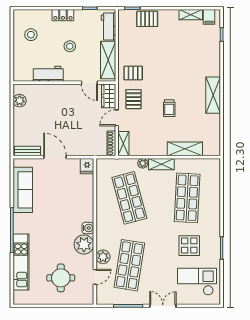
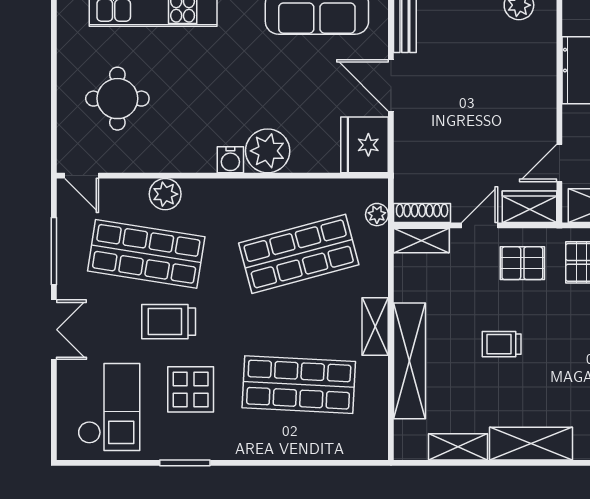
door: (117, 118) -> (480, 225), hinge flipped
shelving: (215, 127) -> (458, 447), added
shelving: (185, 149) -> (410, 361), width x1.47
door: (55, 157) -> (391, 85), swing flipped
plant: (143, 163) -> (377, 215), moved
fridge: (87, 166) -> (364, 145), width x1.88, depth x1.34
plant: (84, 244) -> (268, 151), moved
trolley: (159, 255) -> (169, 322), added
door: (95, 277) -> (82, 176), moved

